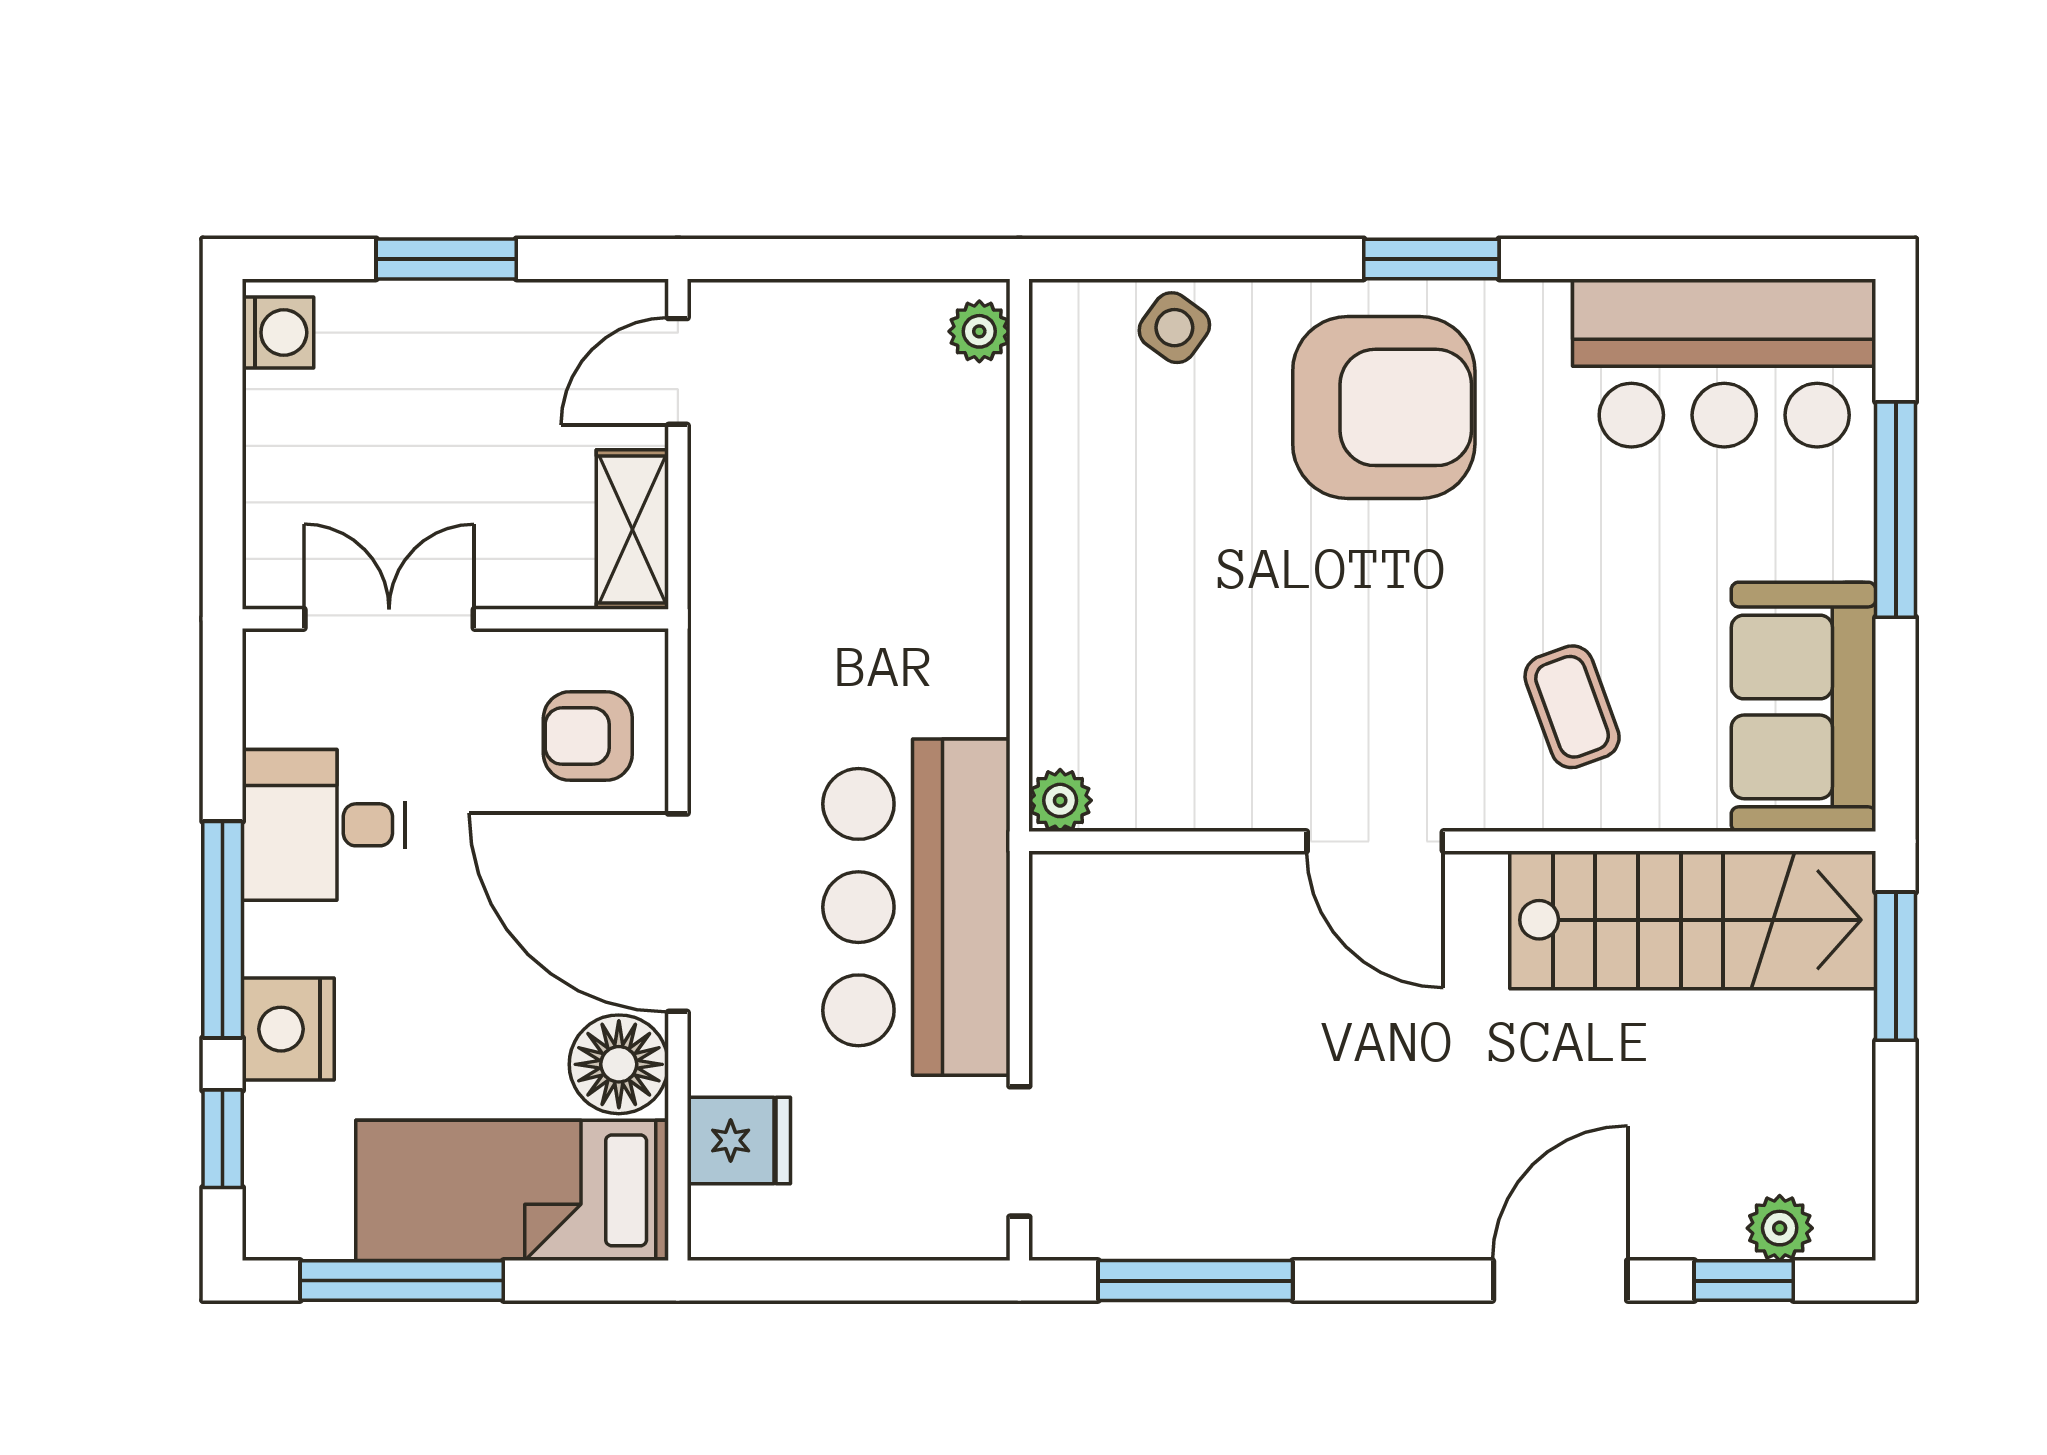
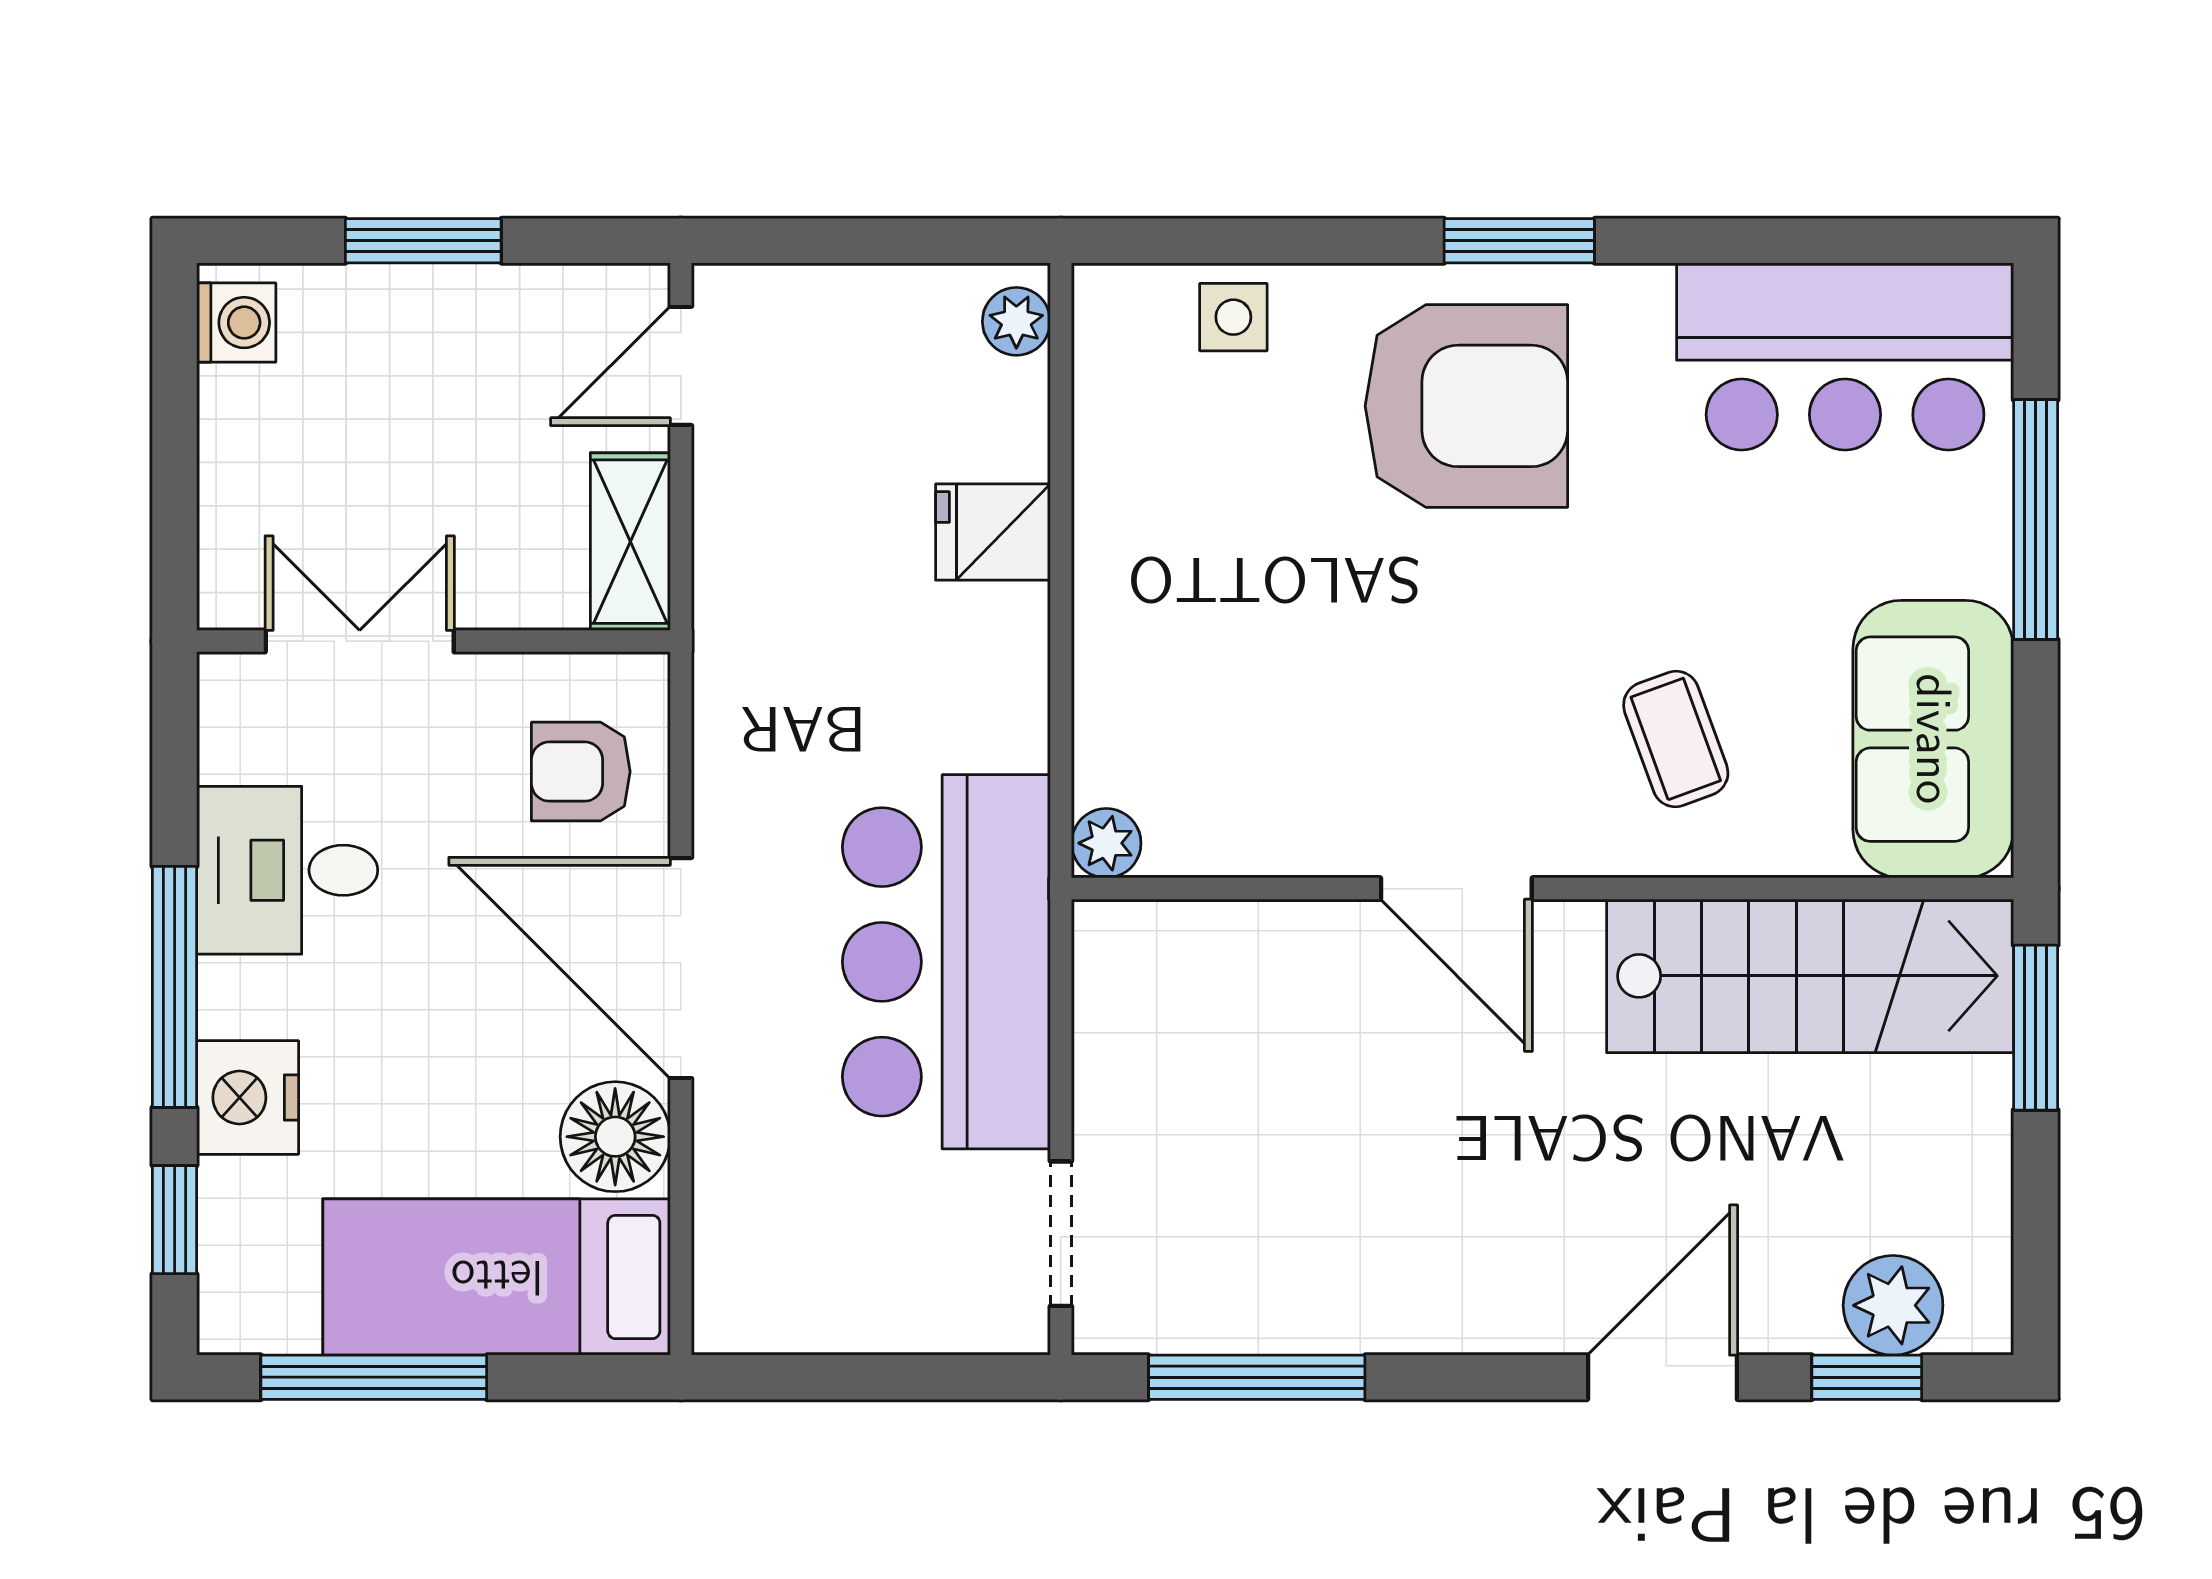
side table: (1174, 328) -> (1233, 317), turned -36
fridge: (739, 1140) -> (993, 532), moved, turned 180
plant: (1780, 1228) -> (1893, 1305), width x1.38, depth x1.38

